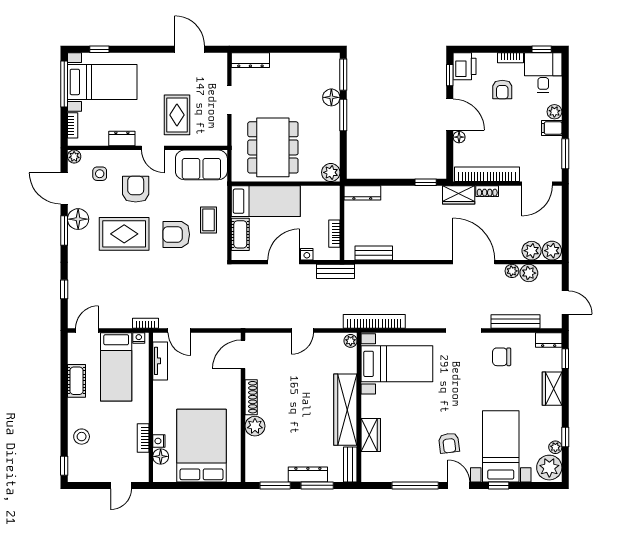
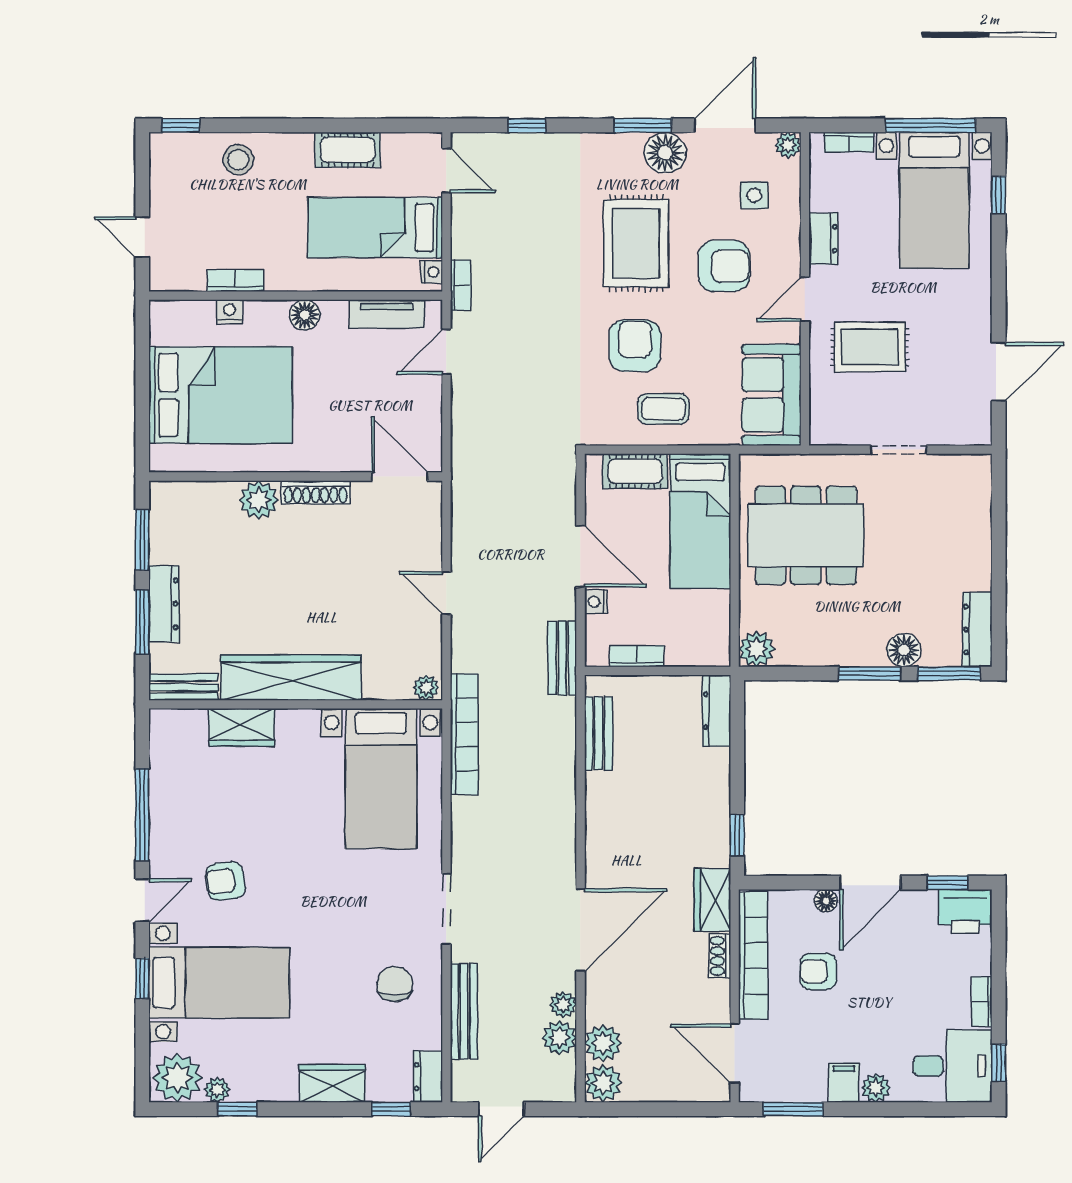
dresser: (250, 60) -> (977, 629), moved
armchair: (502, 90) -> (818, 971), moved
floor lamp: (161, 456) -> (305, 315), moved

